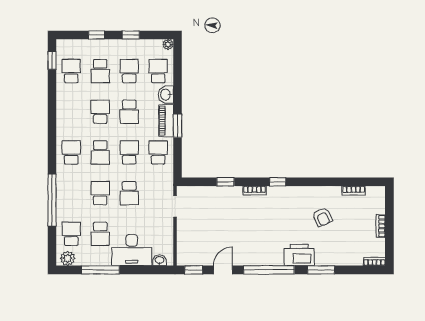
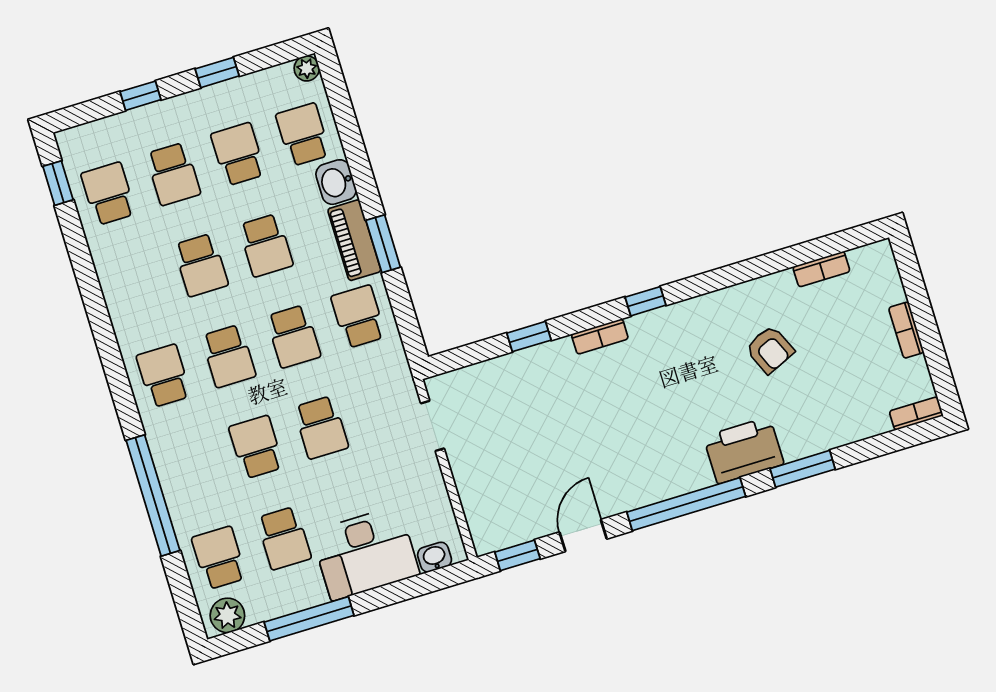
school desk: (100, 112) -> (201, 265), turned 180
school desk: (129, 152) -> (293, 336), turned 180

